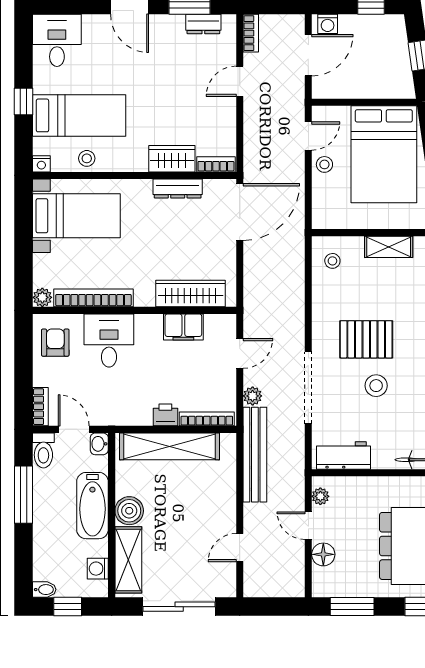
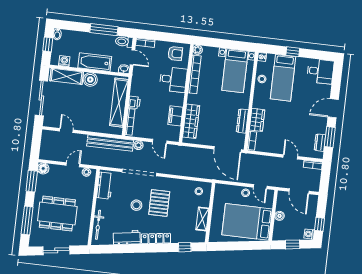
washing machine: (328, 24) -> (309, 234), moved
boiler: (364, 89) -> (280, 216), added
door: (74, 429) -> (133, 57), hinge flipped
floor lamp: (323, 554) -> (43, 168), moved

